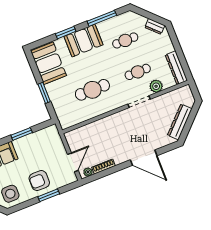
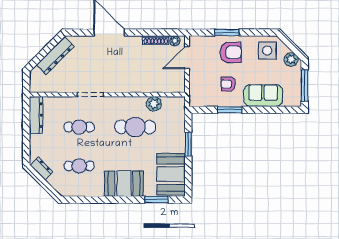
window: (102, 18) -> (95, 200), removed
window: (66, 33) -> (156, 200), moved
plant: (156, 86) -> (154, 104), moved
armchair: (31, 154) -> (228, 84), added

